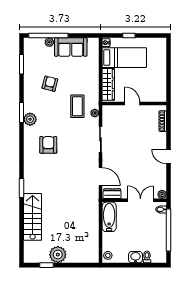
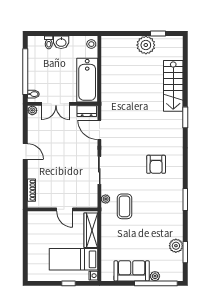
armchair: (50, 84) -> (154, 231), removed
plant: (30, 119) -> (176, 246), moved
bathtub: (109, 217) -> (87, 80), width x1.36, depth x1.36

